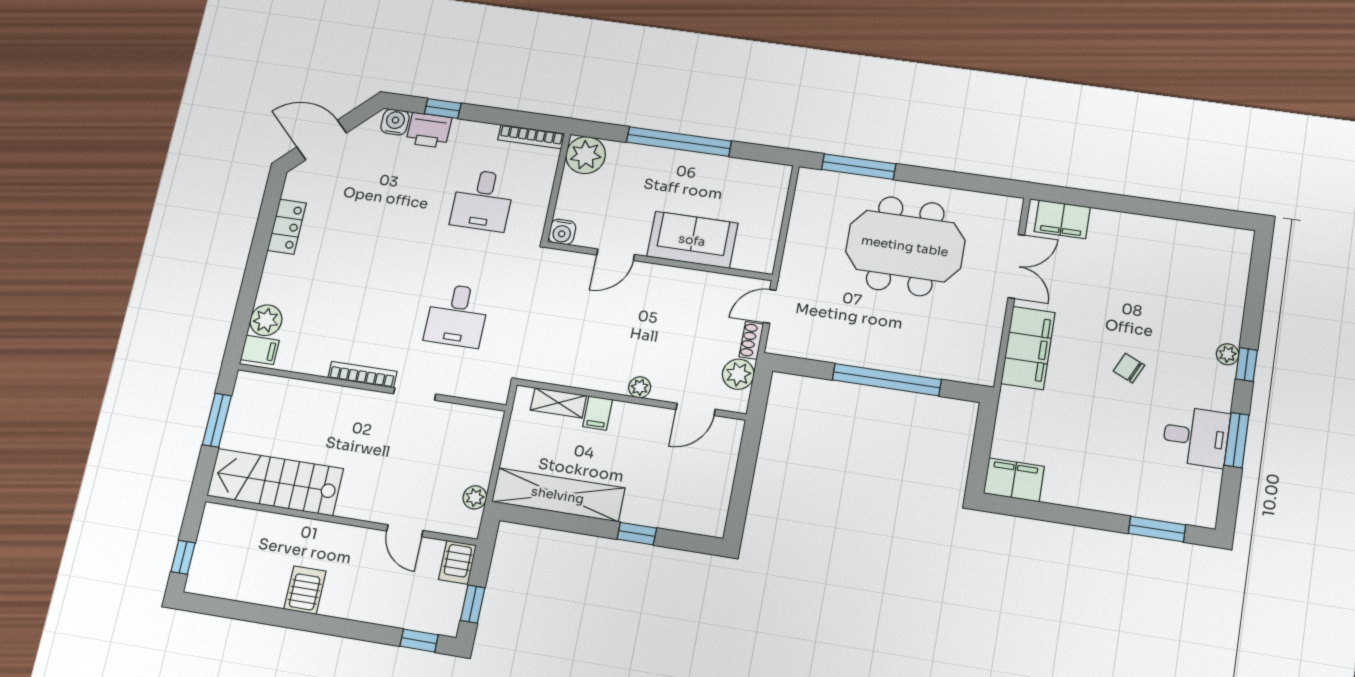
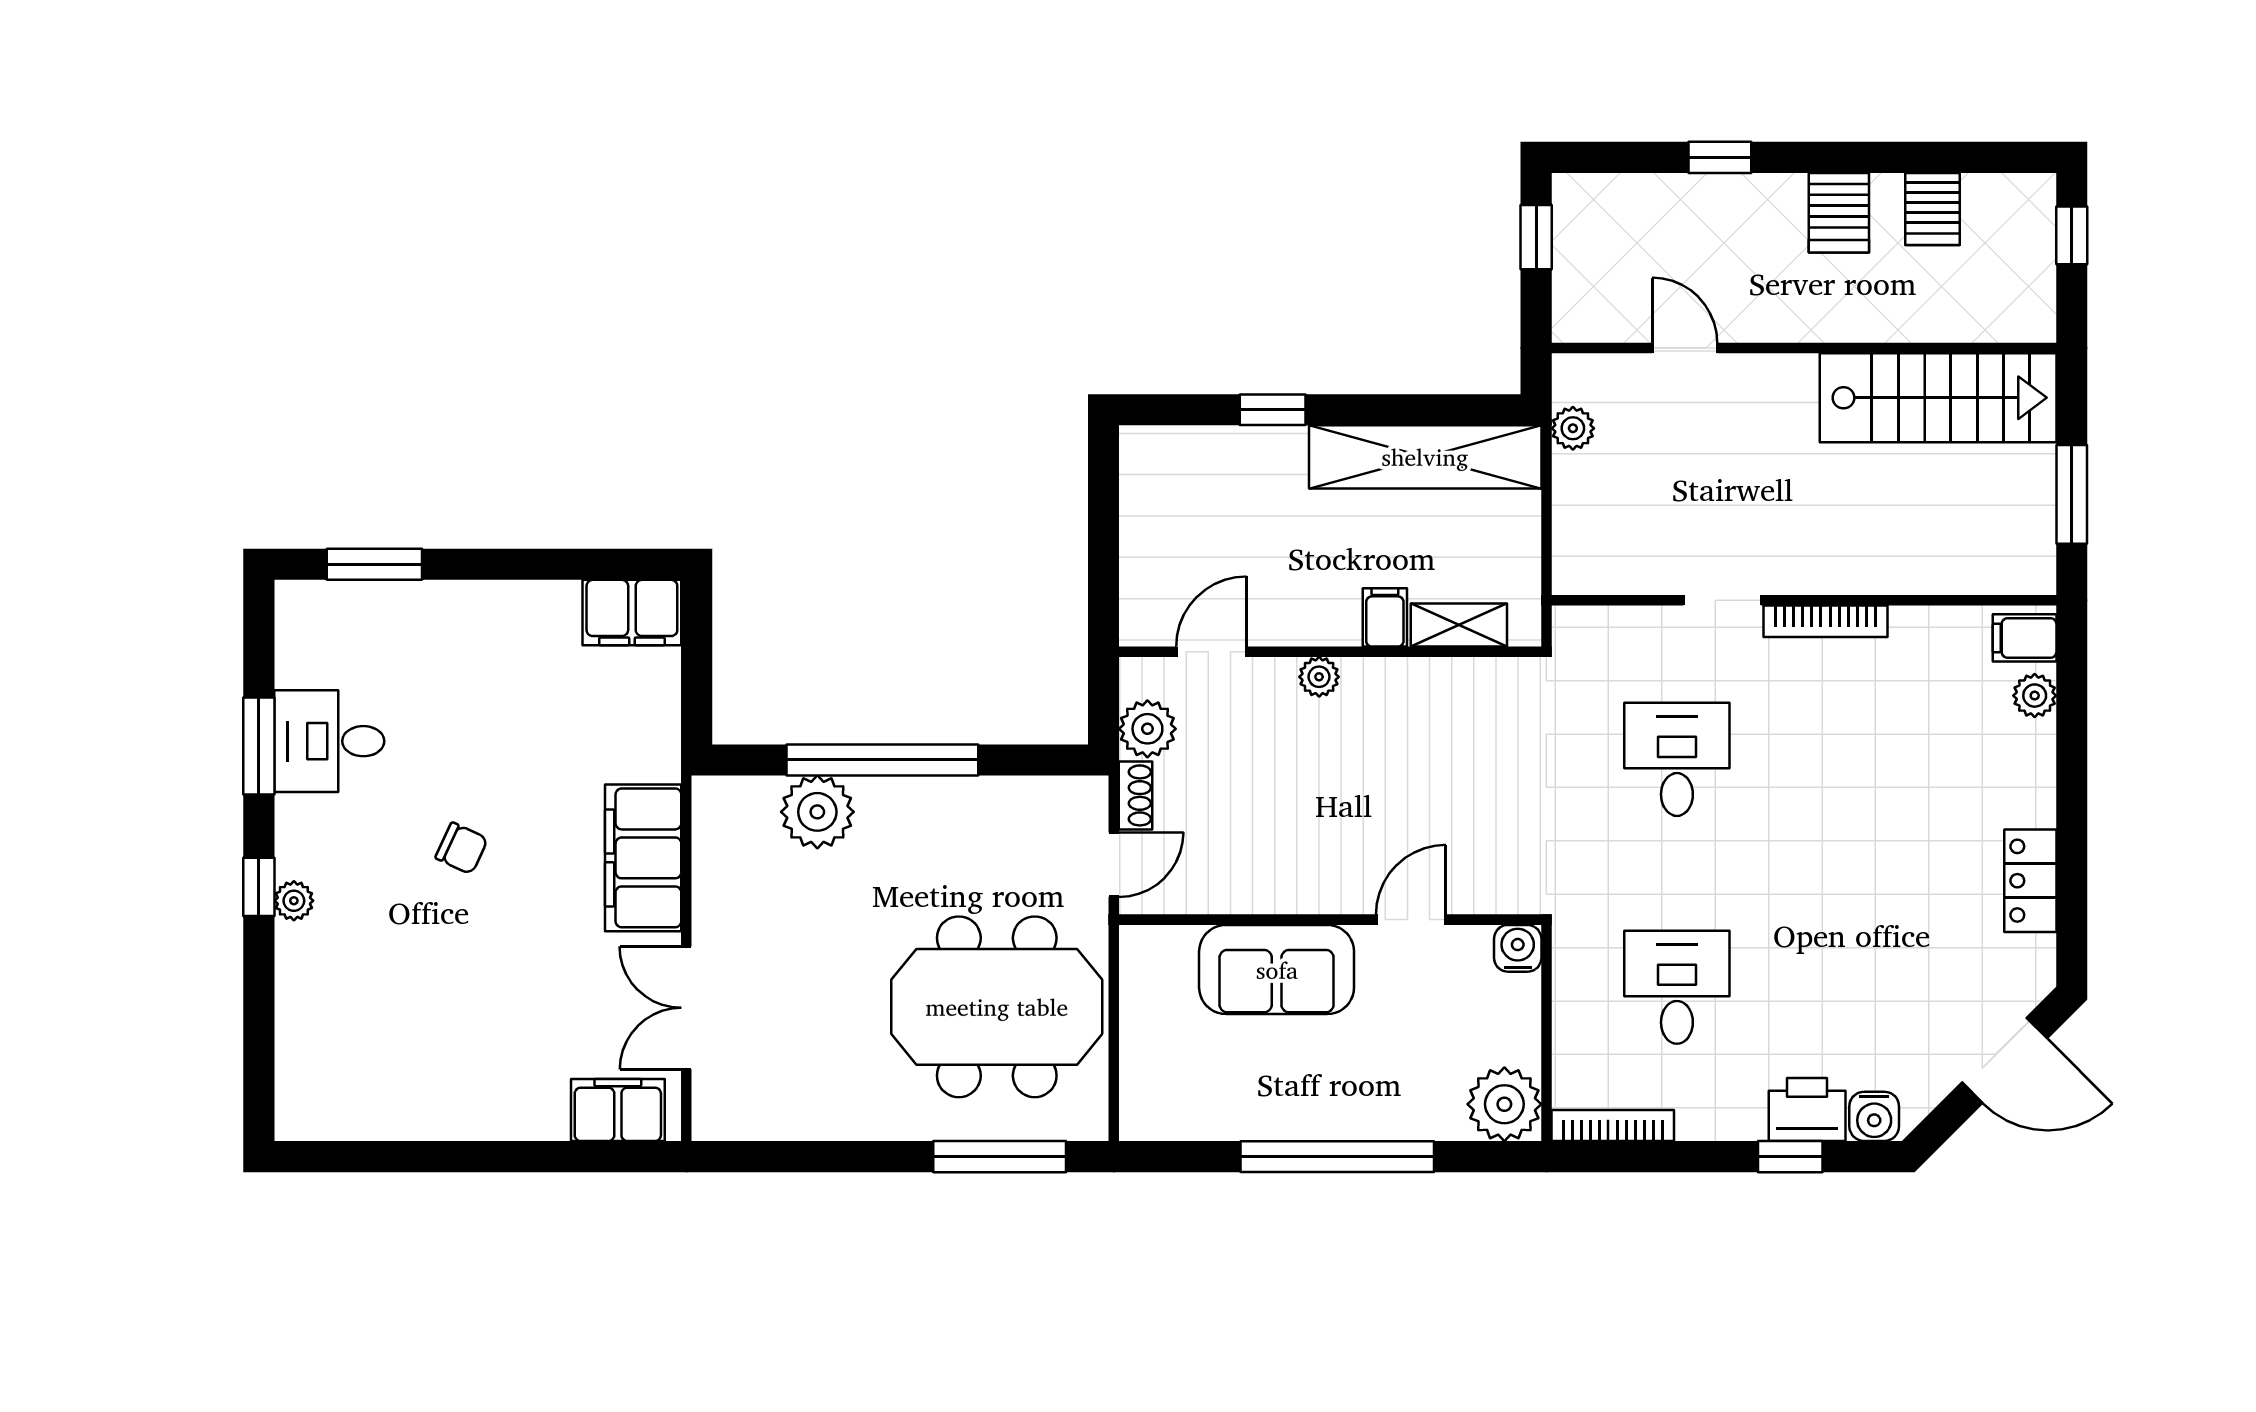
meeting table: (905, 246) -> (997, 1007), moved
plant: (266, 320) -> (2035, 696), width x0.73, depth x0.73
plant: (927, 358) -> (817, 812), added
server rack: (457, 562) -> (1932, 209), moved, turned 180
window: (419, 641) -> (1720, 157), moved

